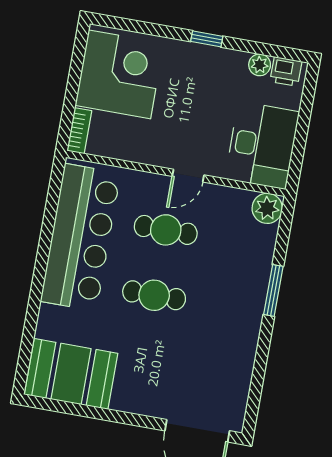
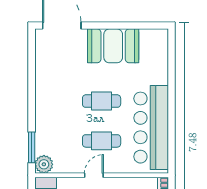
window: (273, 290) -> (32, 147), moved
booth: (71, 374) -> (113, 46), moved

